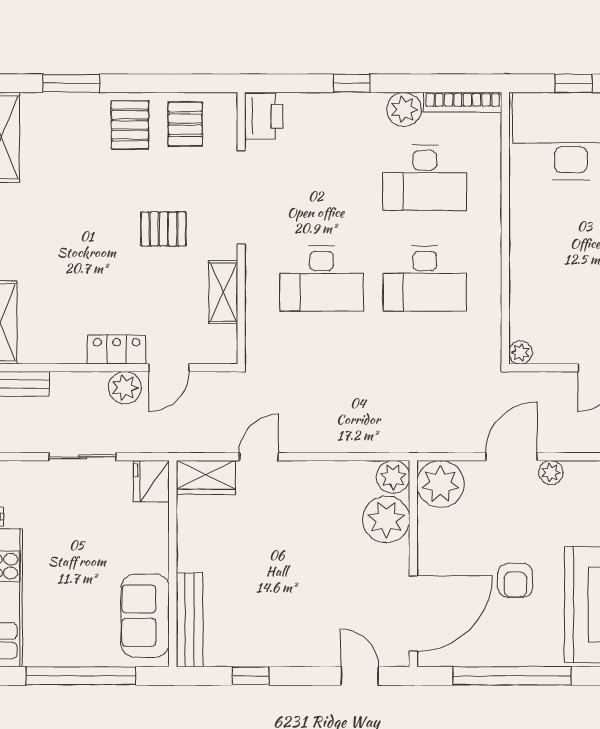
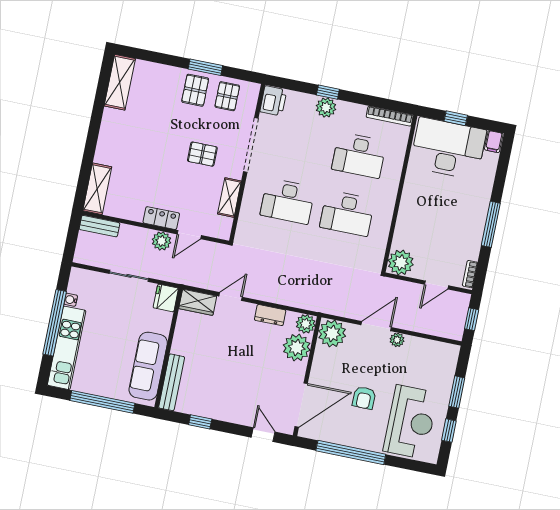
window: (71, 83) -> (205, 67), moved
plant: (404, 109) -> (326, 107), moved
plant: (521, 352) -> (401, 262), width x1.87, depth x1.87
dresser: (331, 474) -> (270, 315), added
sofa: (145, 616) -> (148, 366), width x1.36

